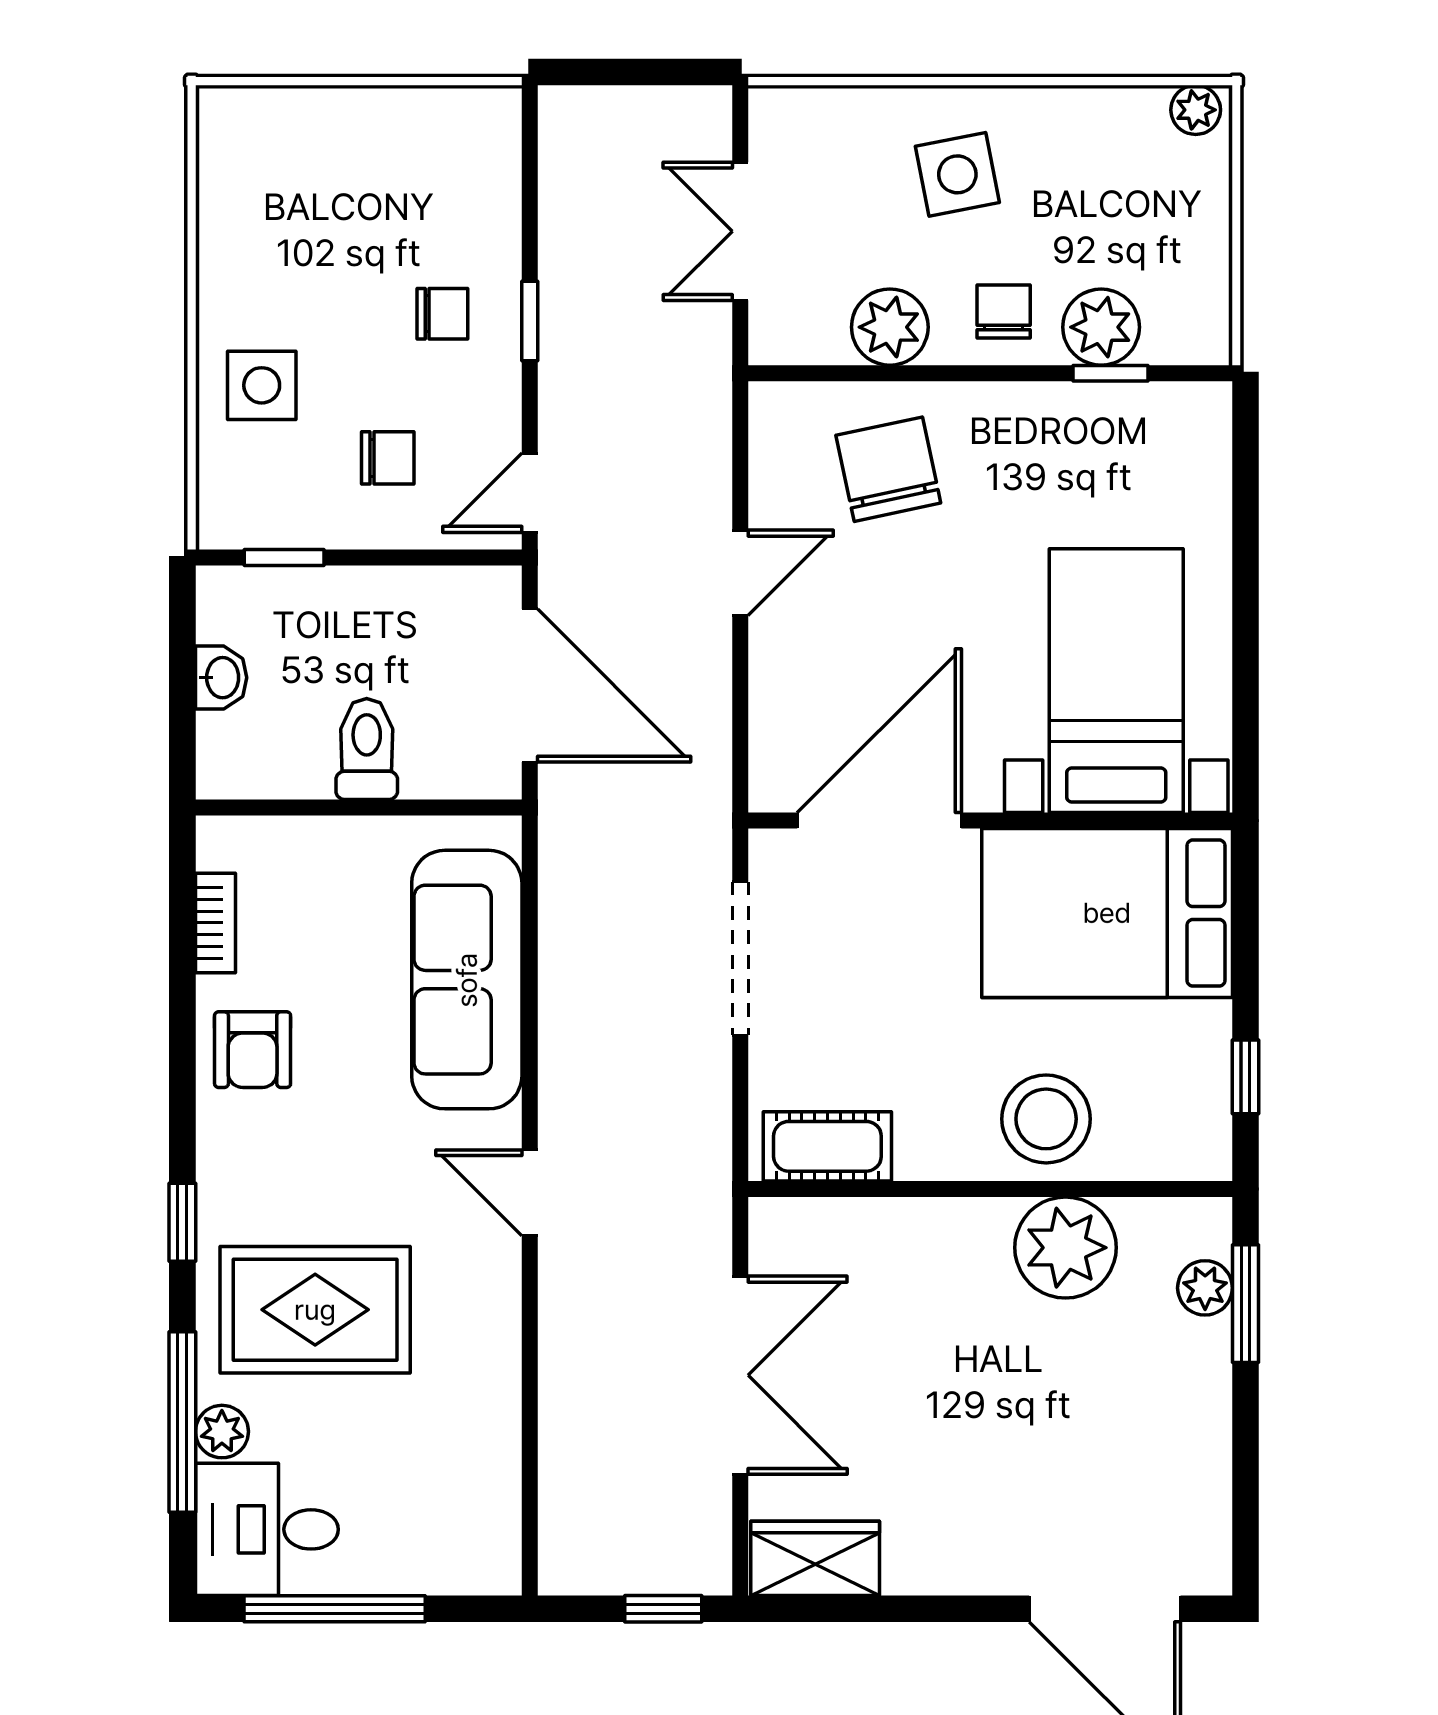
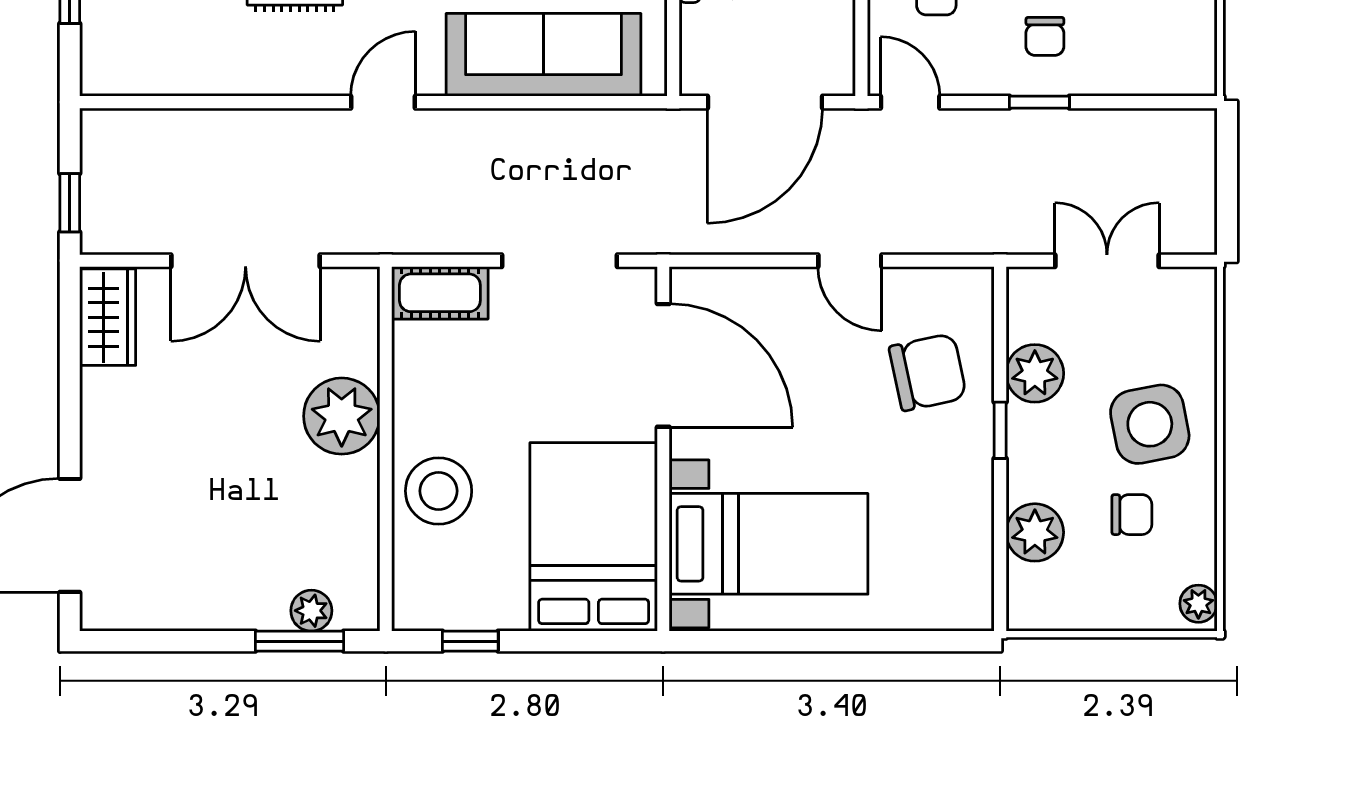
side table: (957, 174) -> (1150, 424), width x1.37, depth x1.37
chair: (1004, 311) -> (1132, 515), moved
window: (1111, 373) -> (1000, 430), moved
cot: (827, 1146) -> (440, 293), moved, turned 90
plant: (1065, 1248) -> (342, 416), moved

